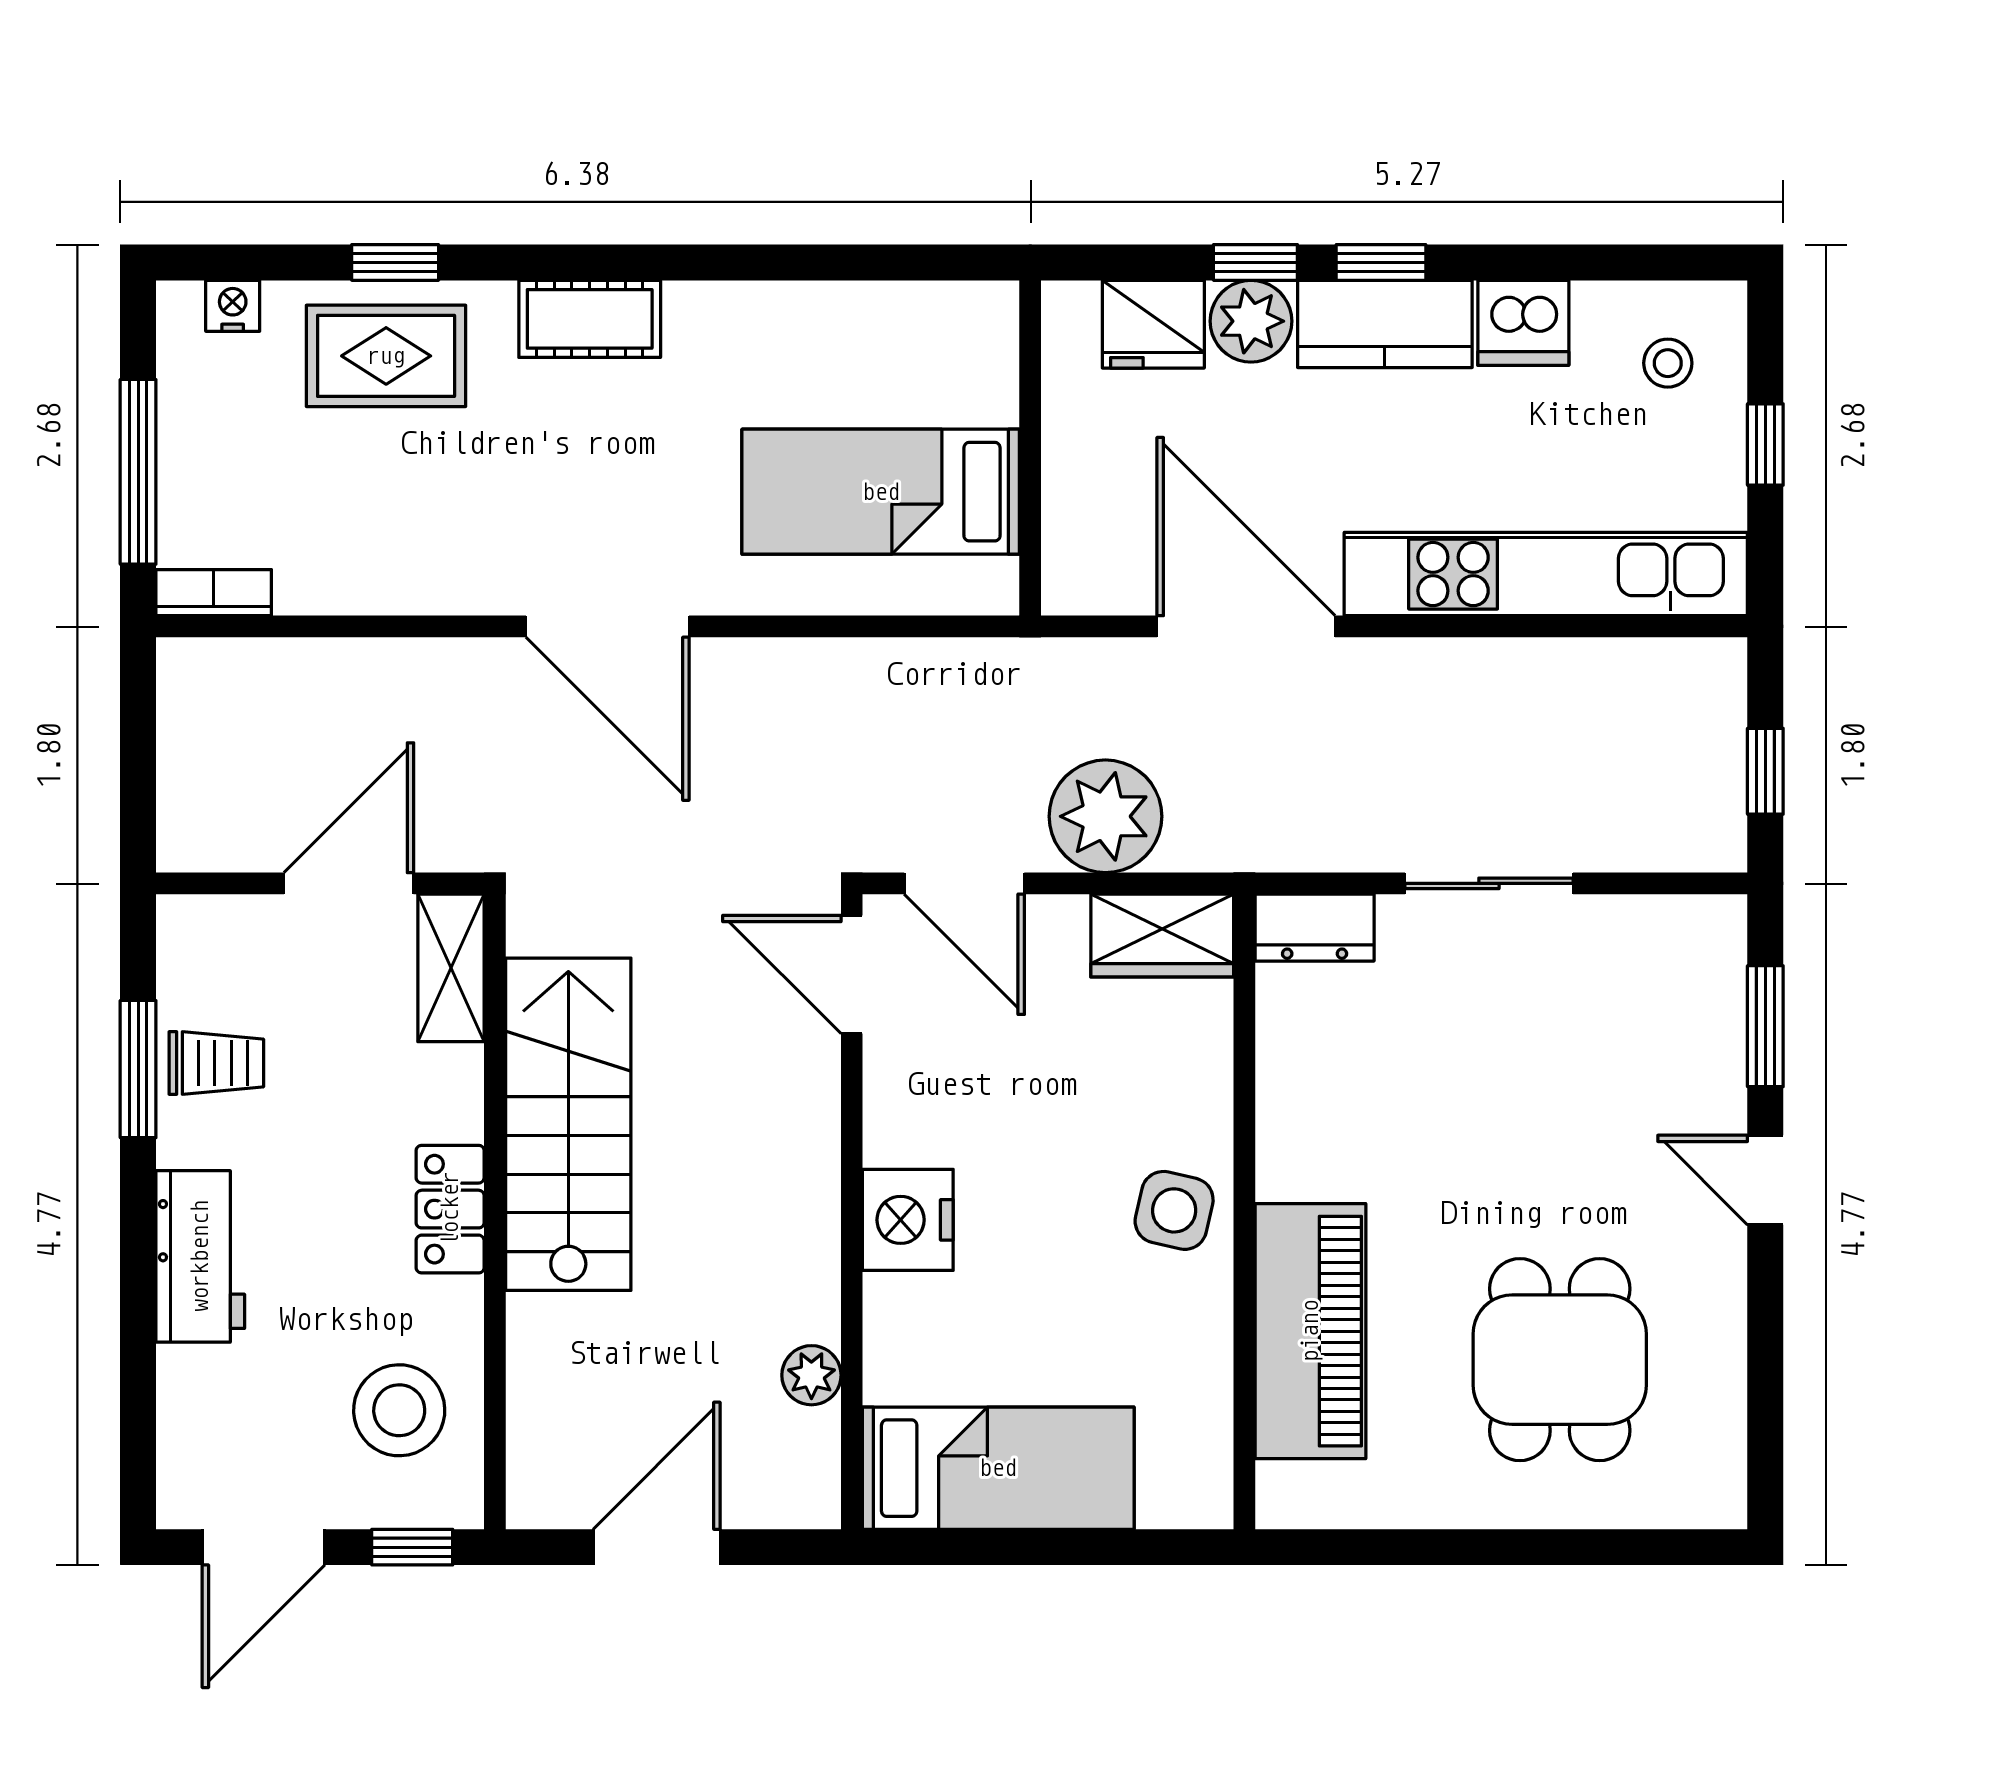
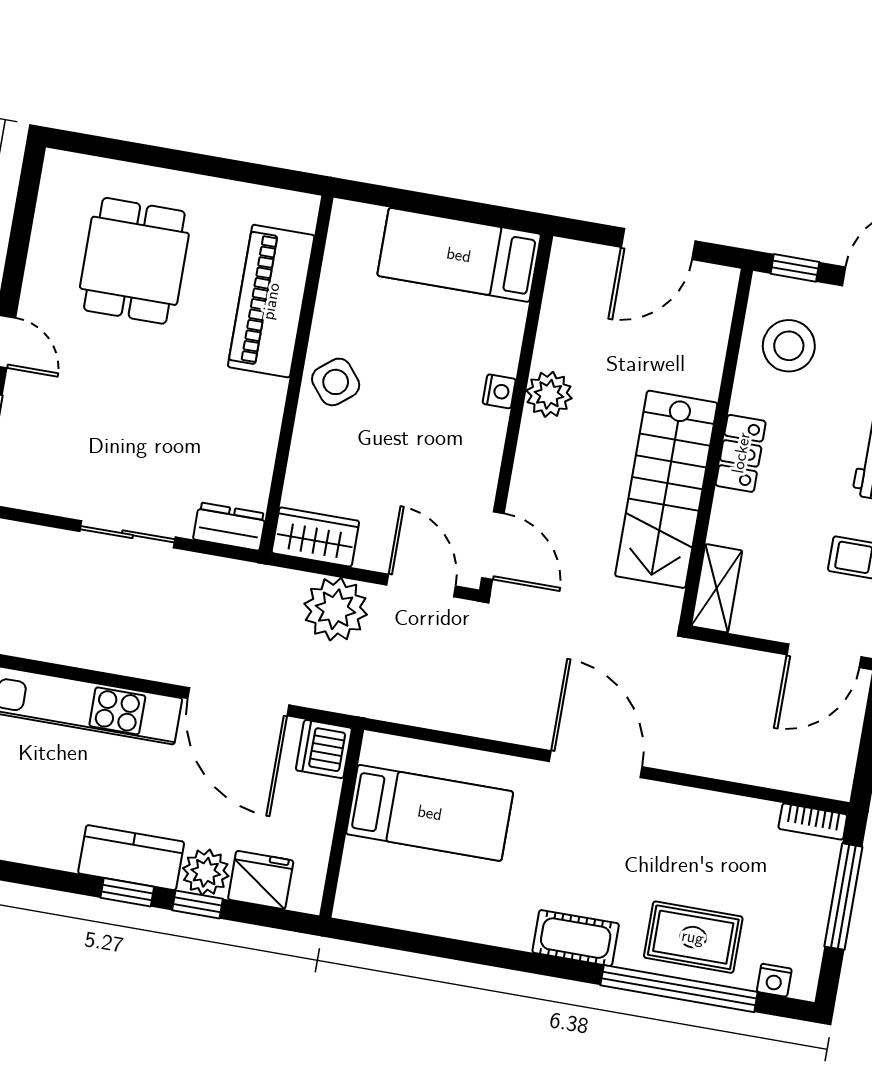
window: (395, 262) -> (679, 989), width x3.17
dishwasher: (1523, 323) -> (324, 749), moved, turned -90
door: (349, 883) -> (824, 656), moved
side table: (1174, 1210) -> (336, 382), turned 38
nightstand: (908, 1220) -> (499, 391), width x0.53, depth x0.56
plant: (811, 1375) -> (549, 394), moved, width x1.38, depth x1.38

